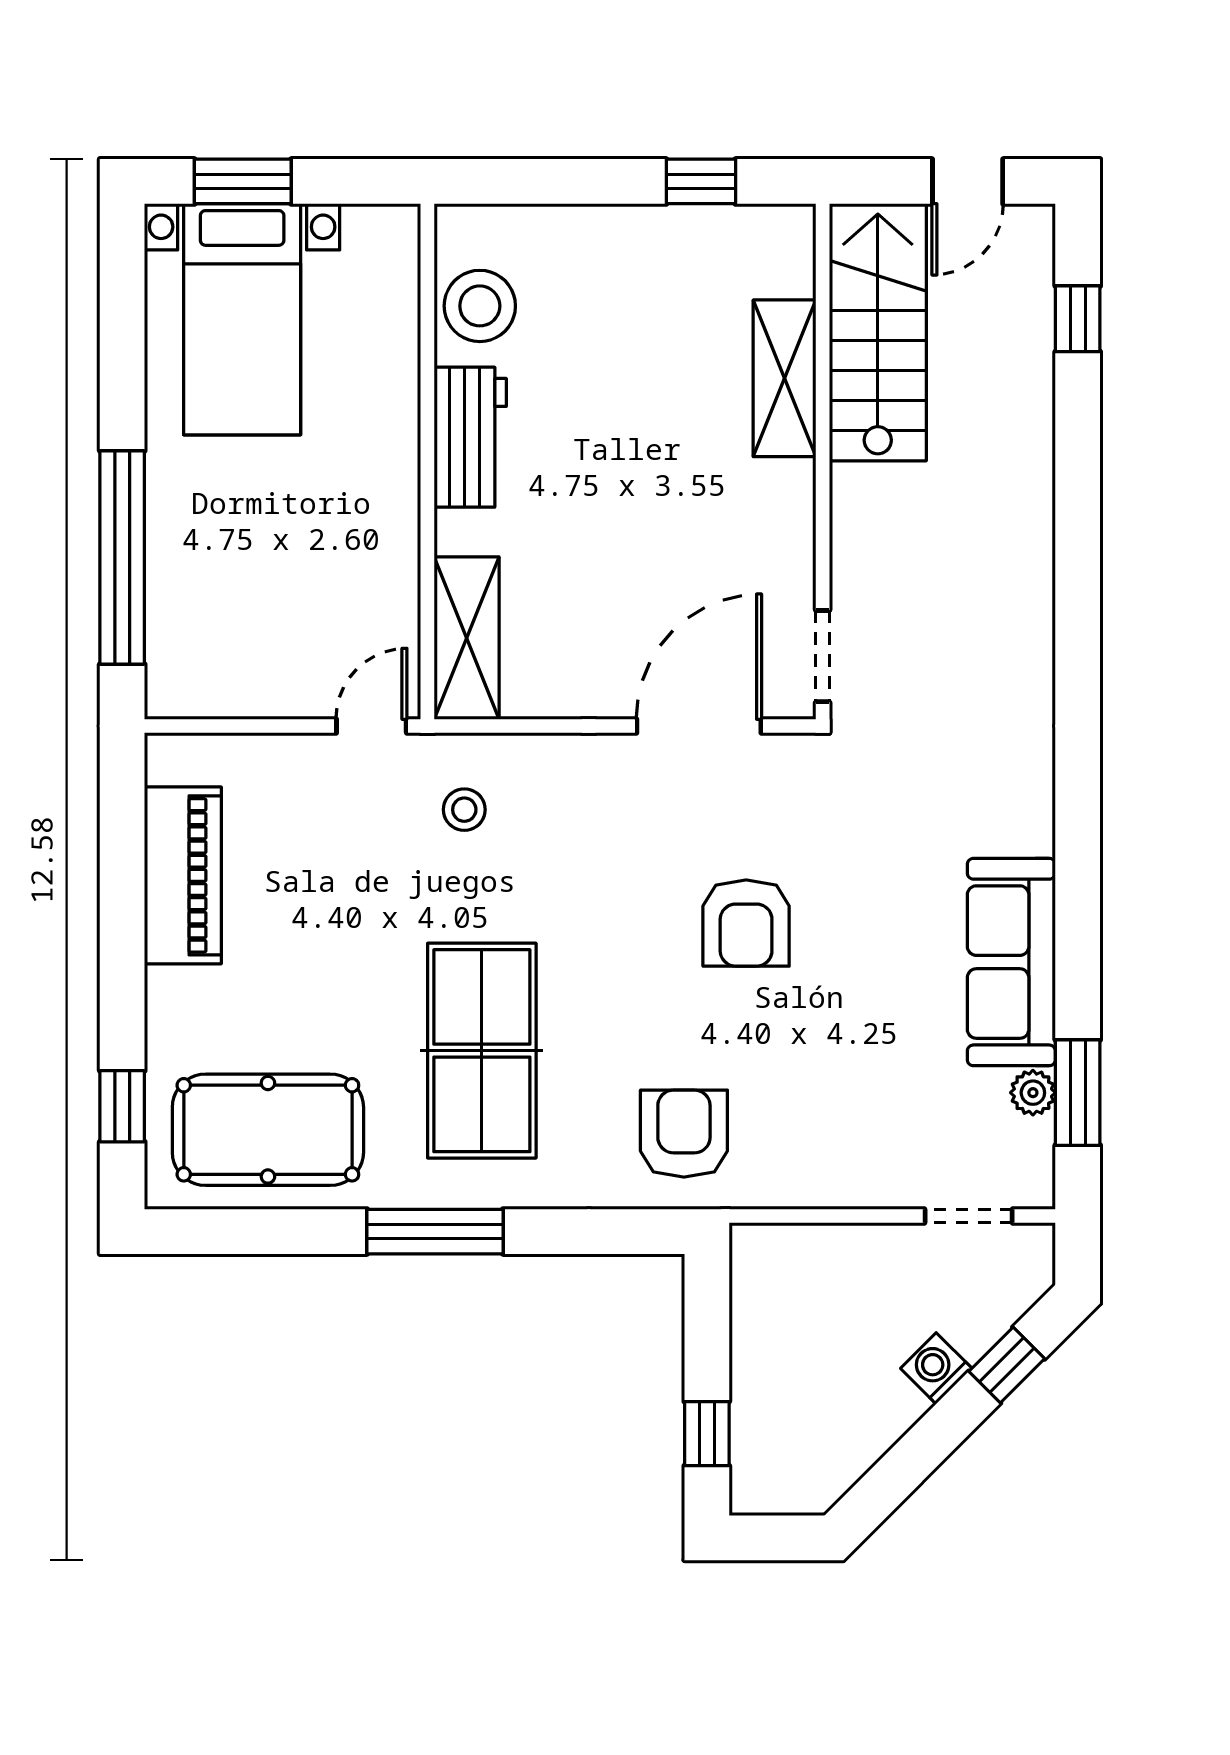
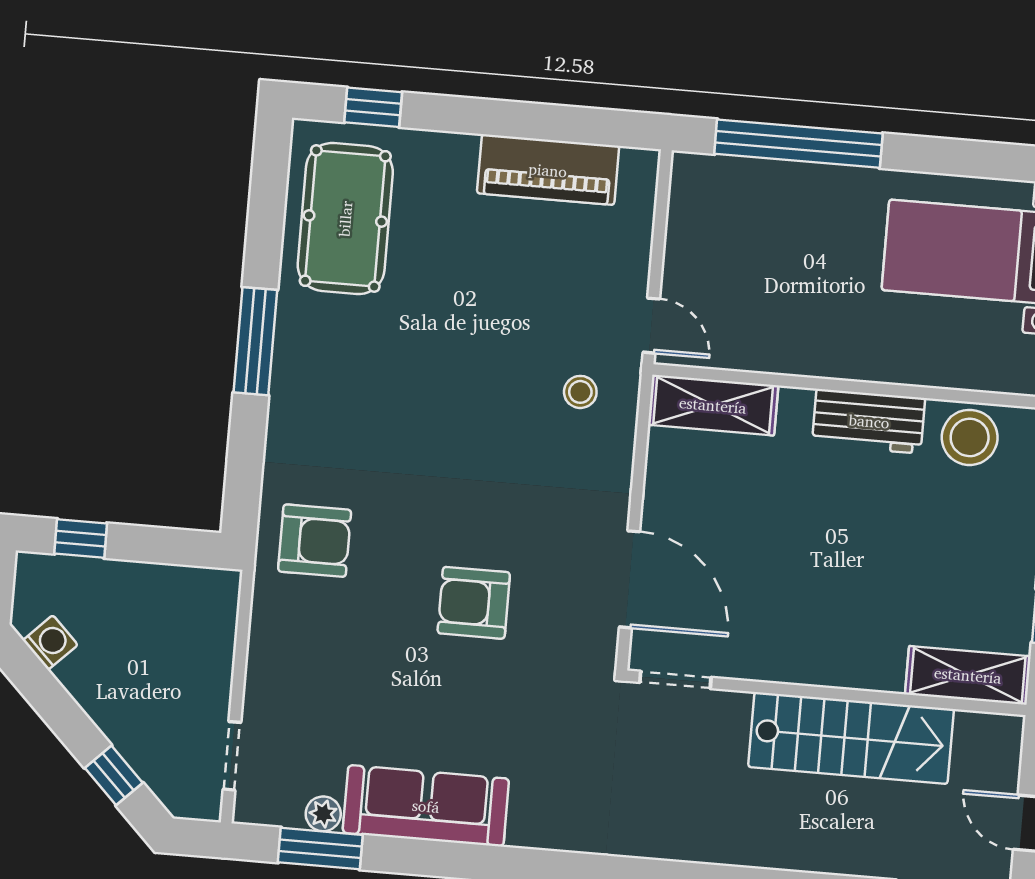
stairs: (878, 332) -> (851, 738), moved
shelving: (785, 378) -> (968, 675), moved
table tennis table: (482, 1051) -> (392, 390), removed
washing machine: (936, 1368) -> (50, 643), moved

